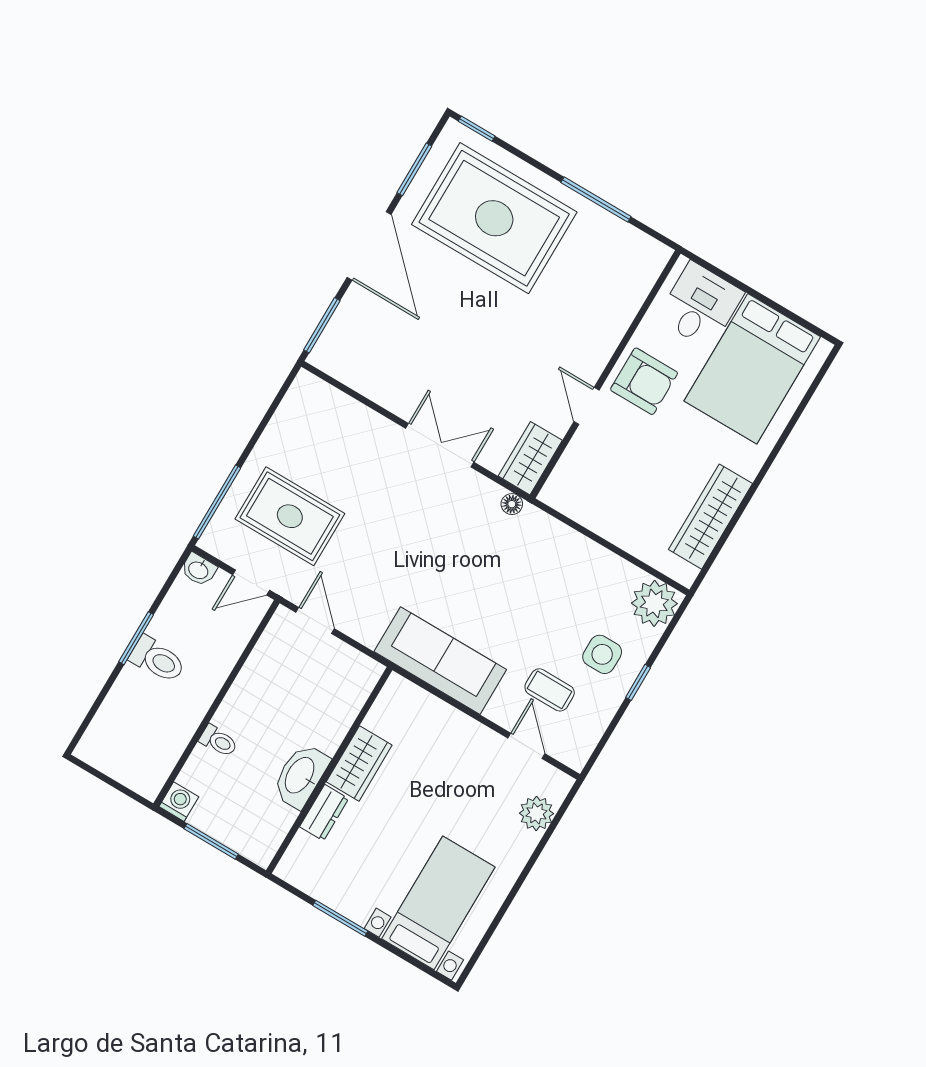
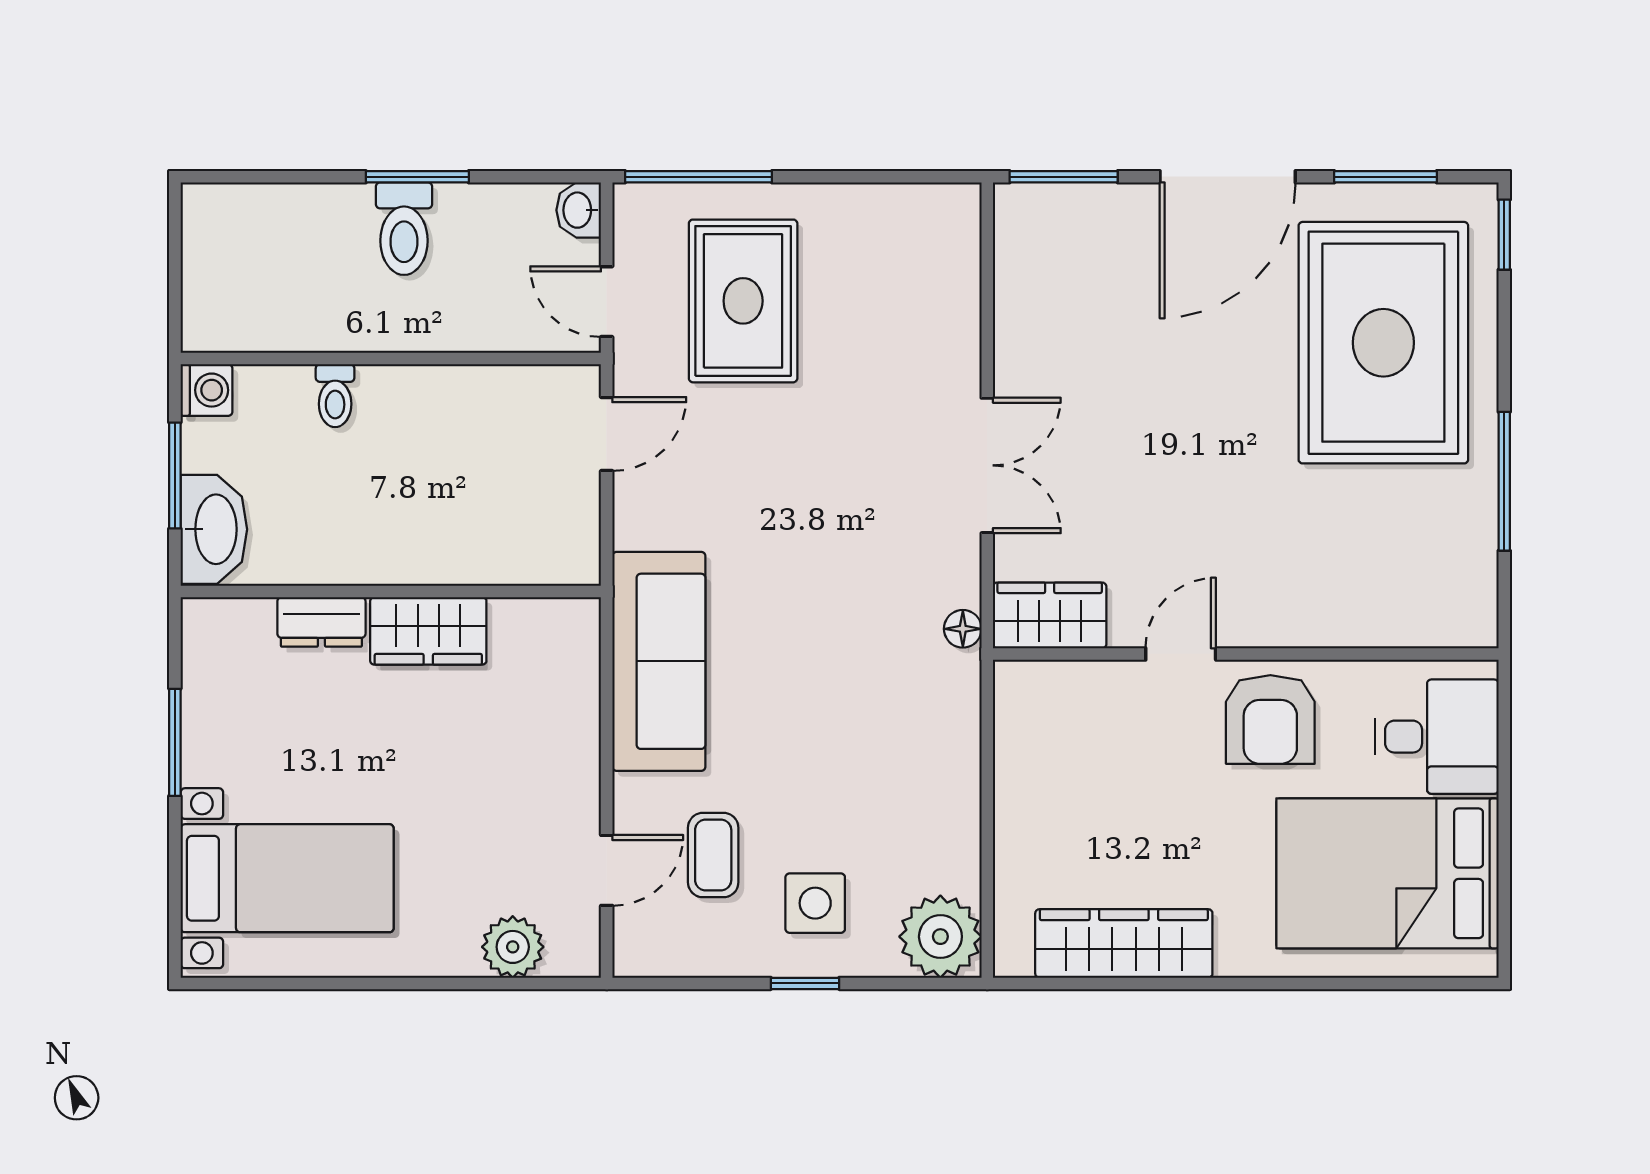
washbasin: (300, 776) -> (214, 529), moved, turned 90

